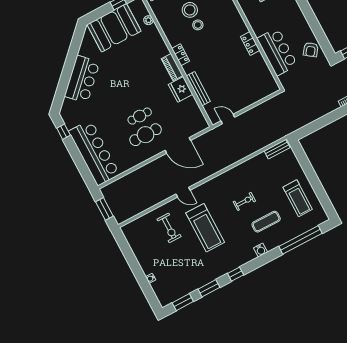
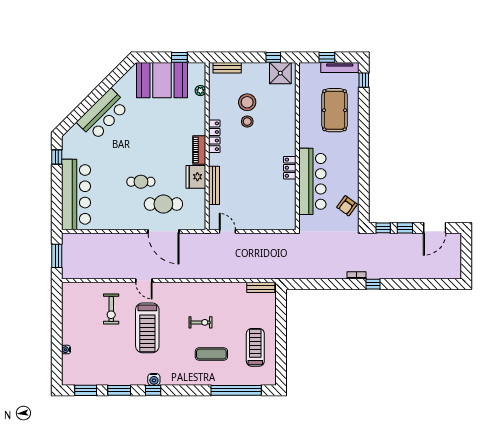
bar counter: (277, 52) -> (312, 181), width x1.36
locker: (181, 55) -> (214, 136), width x1.53
cafe table: (146, 135) -> (163, 204), moved
treadmill: (298, 198) -> (255, 347), turned 180
water cooler: (261, 250) -> (154, 379), moved

